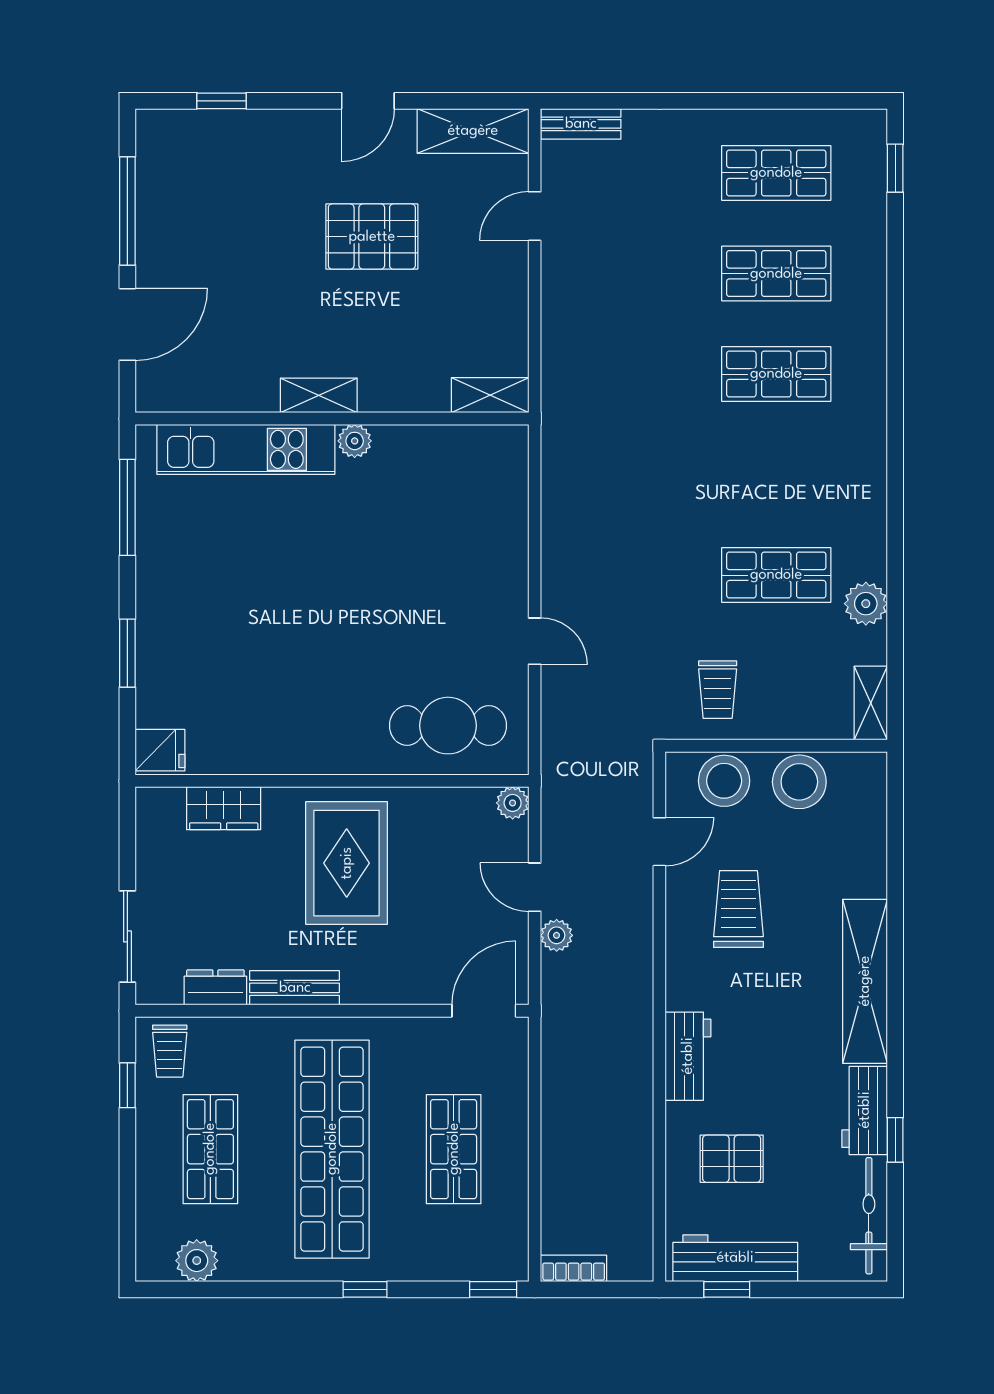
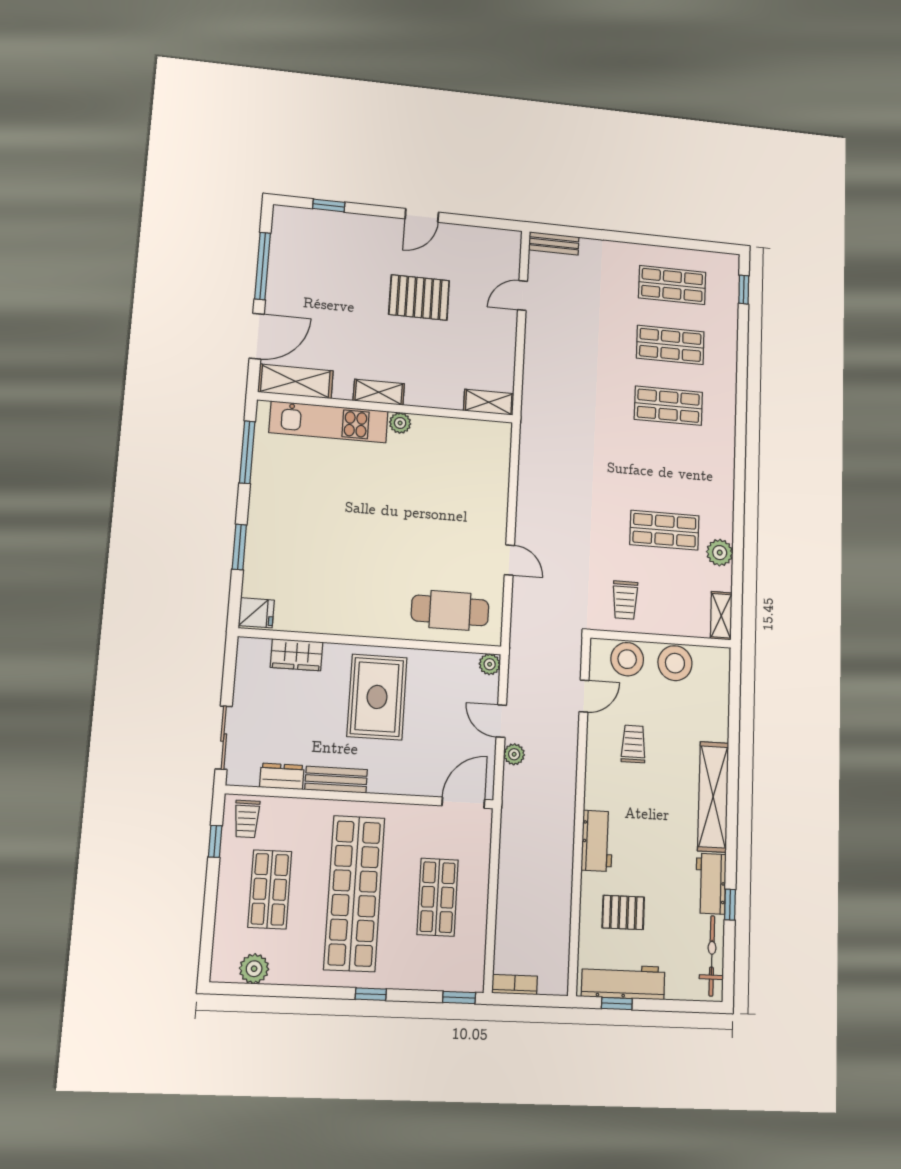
shelving: (473, 131) -> (295, 381), moved
trolley: (738, 909) -> (633, 744), width x0.73, depth x0.72

